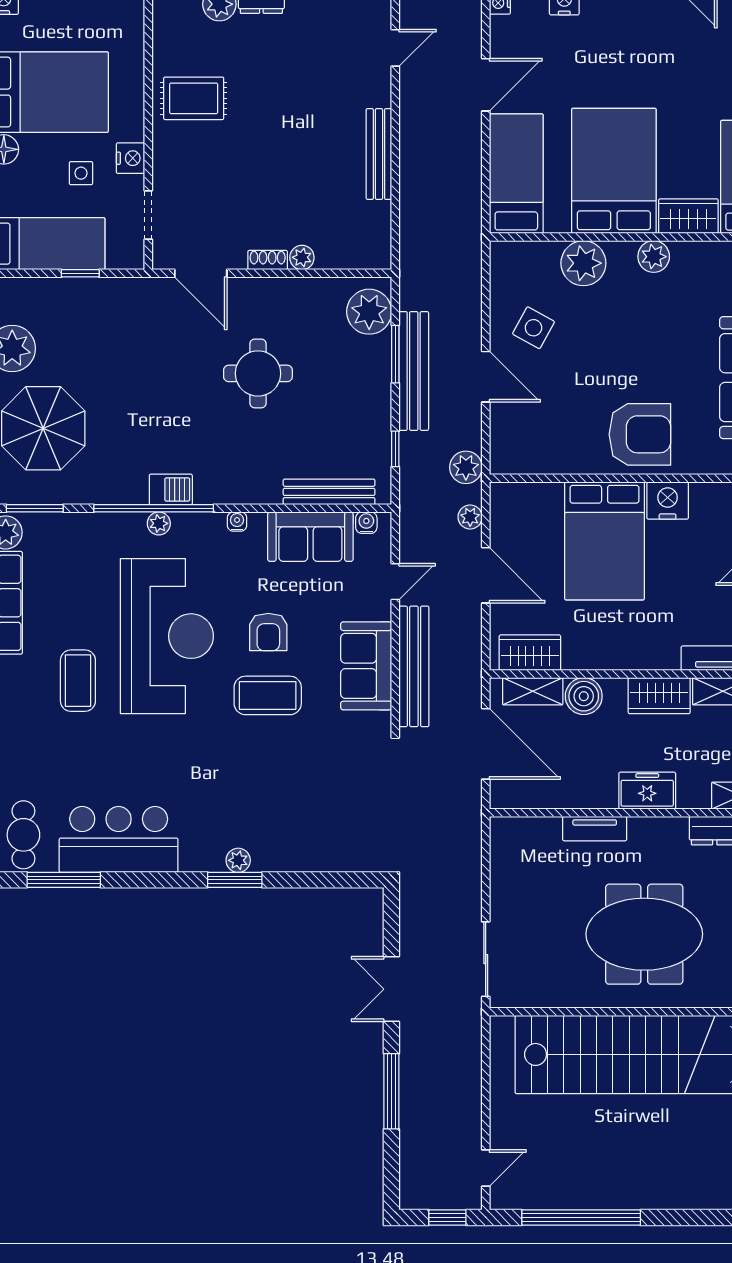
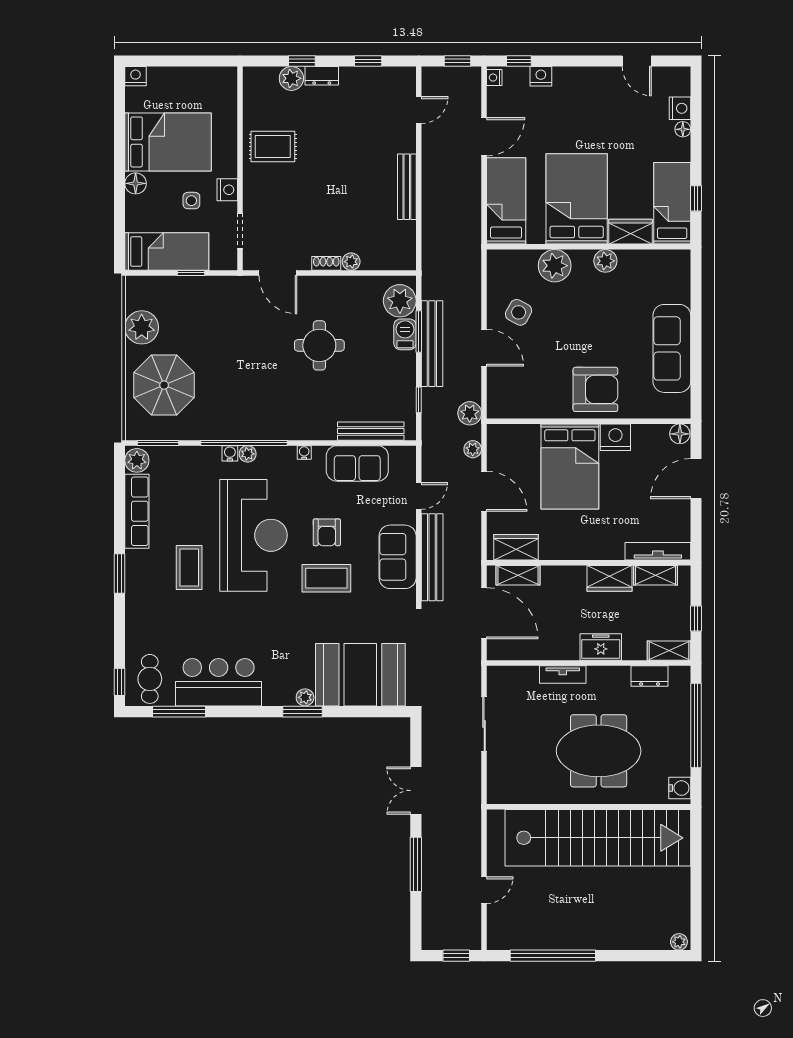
barbecue: (171, 489) -> (405, 334), moved, turned -90
water cooler: (366, 523) -> (230, 453), moved
boiler: (584, 696) -> (555, 579), removed
booth: (315, 829) -> (360, 675), added
sliding door: (486, 959) -> (484, 724), moved
door: (486, 1168) -> (484, 890), moved

